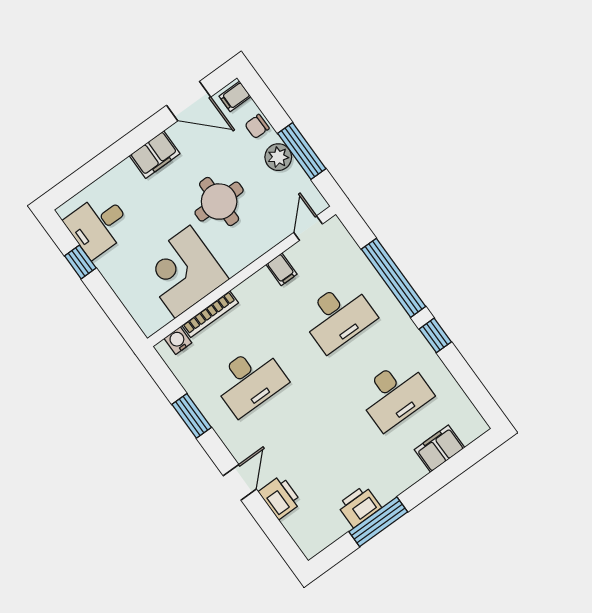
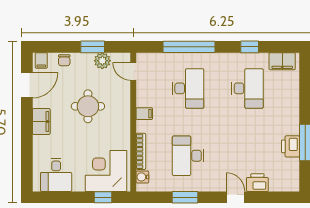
window: (302, 151) -> (93, 47), width x0.69
plant: (278, 157) -> (102, 61), moved
window: (80, 262) -> (103, 197), moved
filing cabinet: (281, 269) -> (144, 114), moved
corner desk: (183, 272) -> (106, 171), moved, turned 90
window: (435, 335) -> (250, 47), moved
desk: (249, 380) -> (188, 156), turned 180
filing cabinet: (440, 449) -> (282, 61), moved, turned -90

